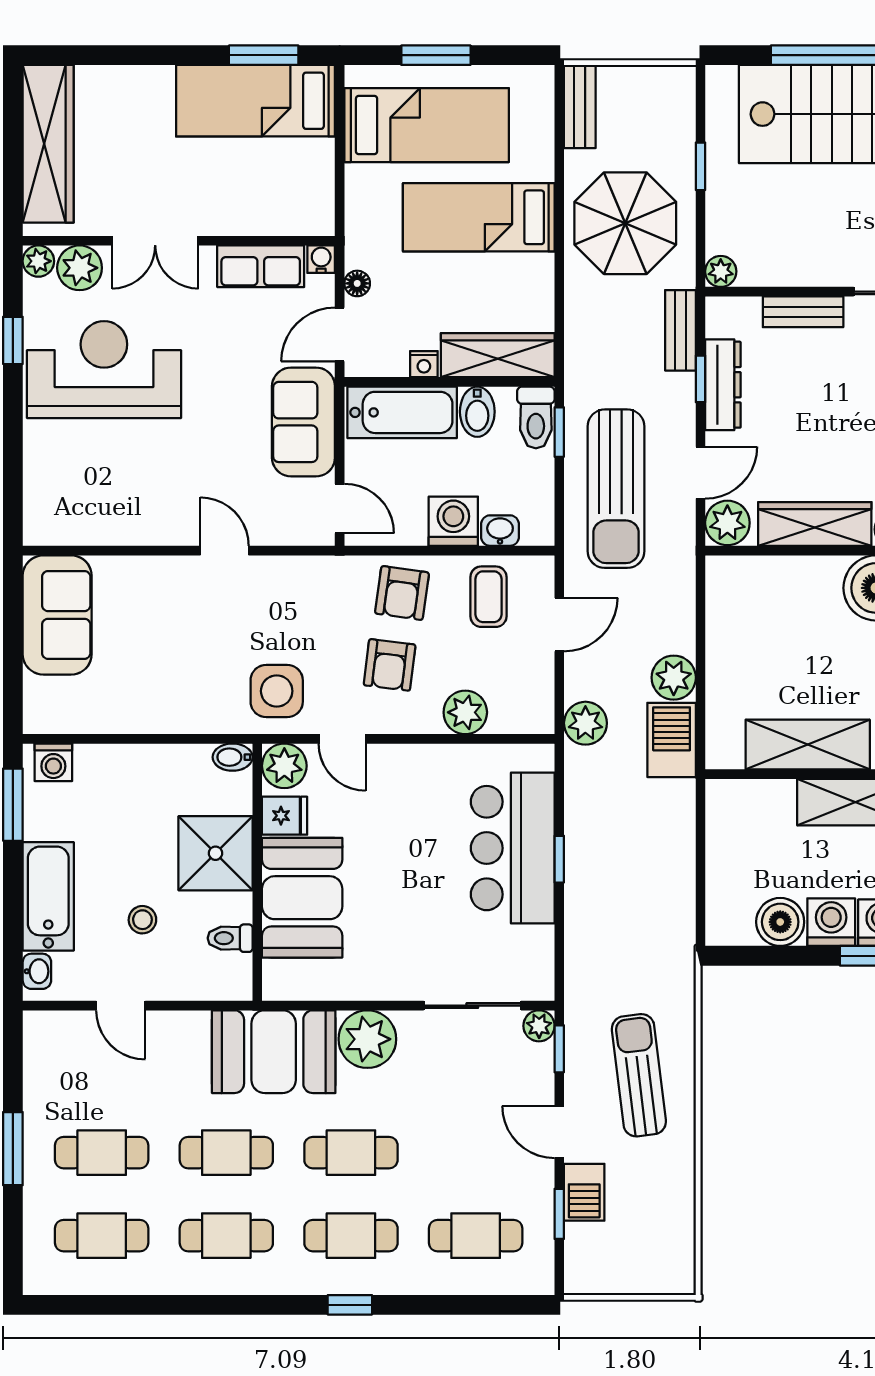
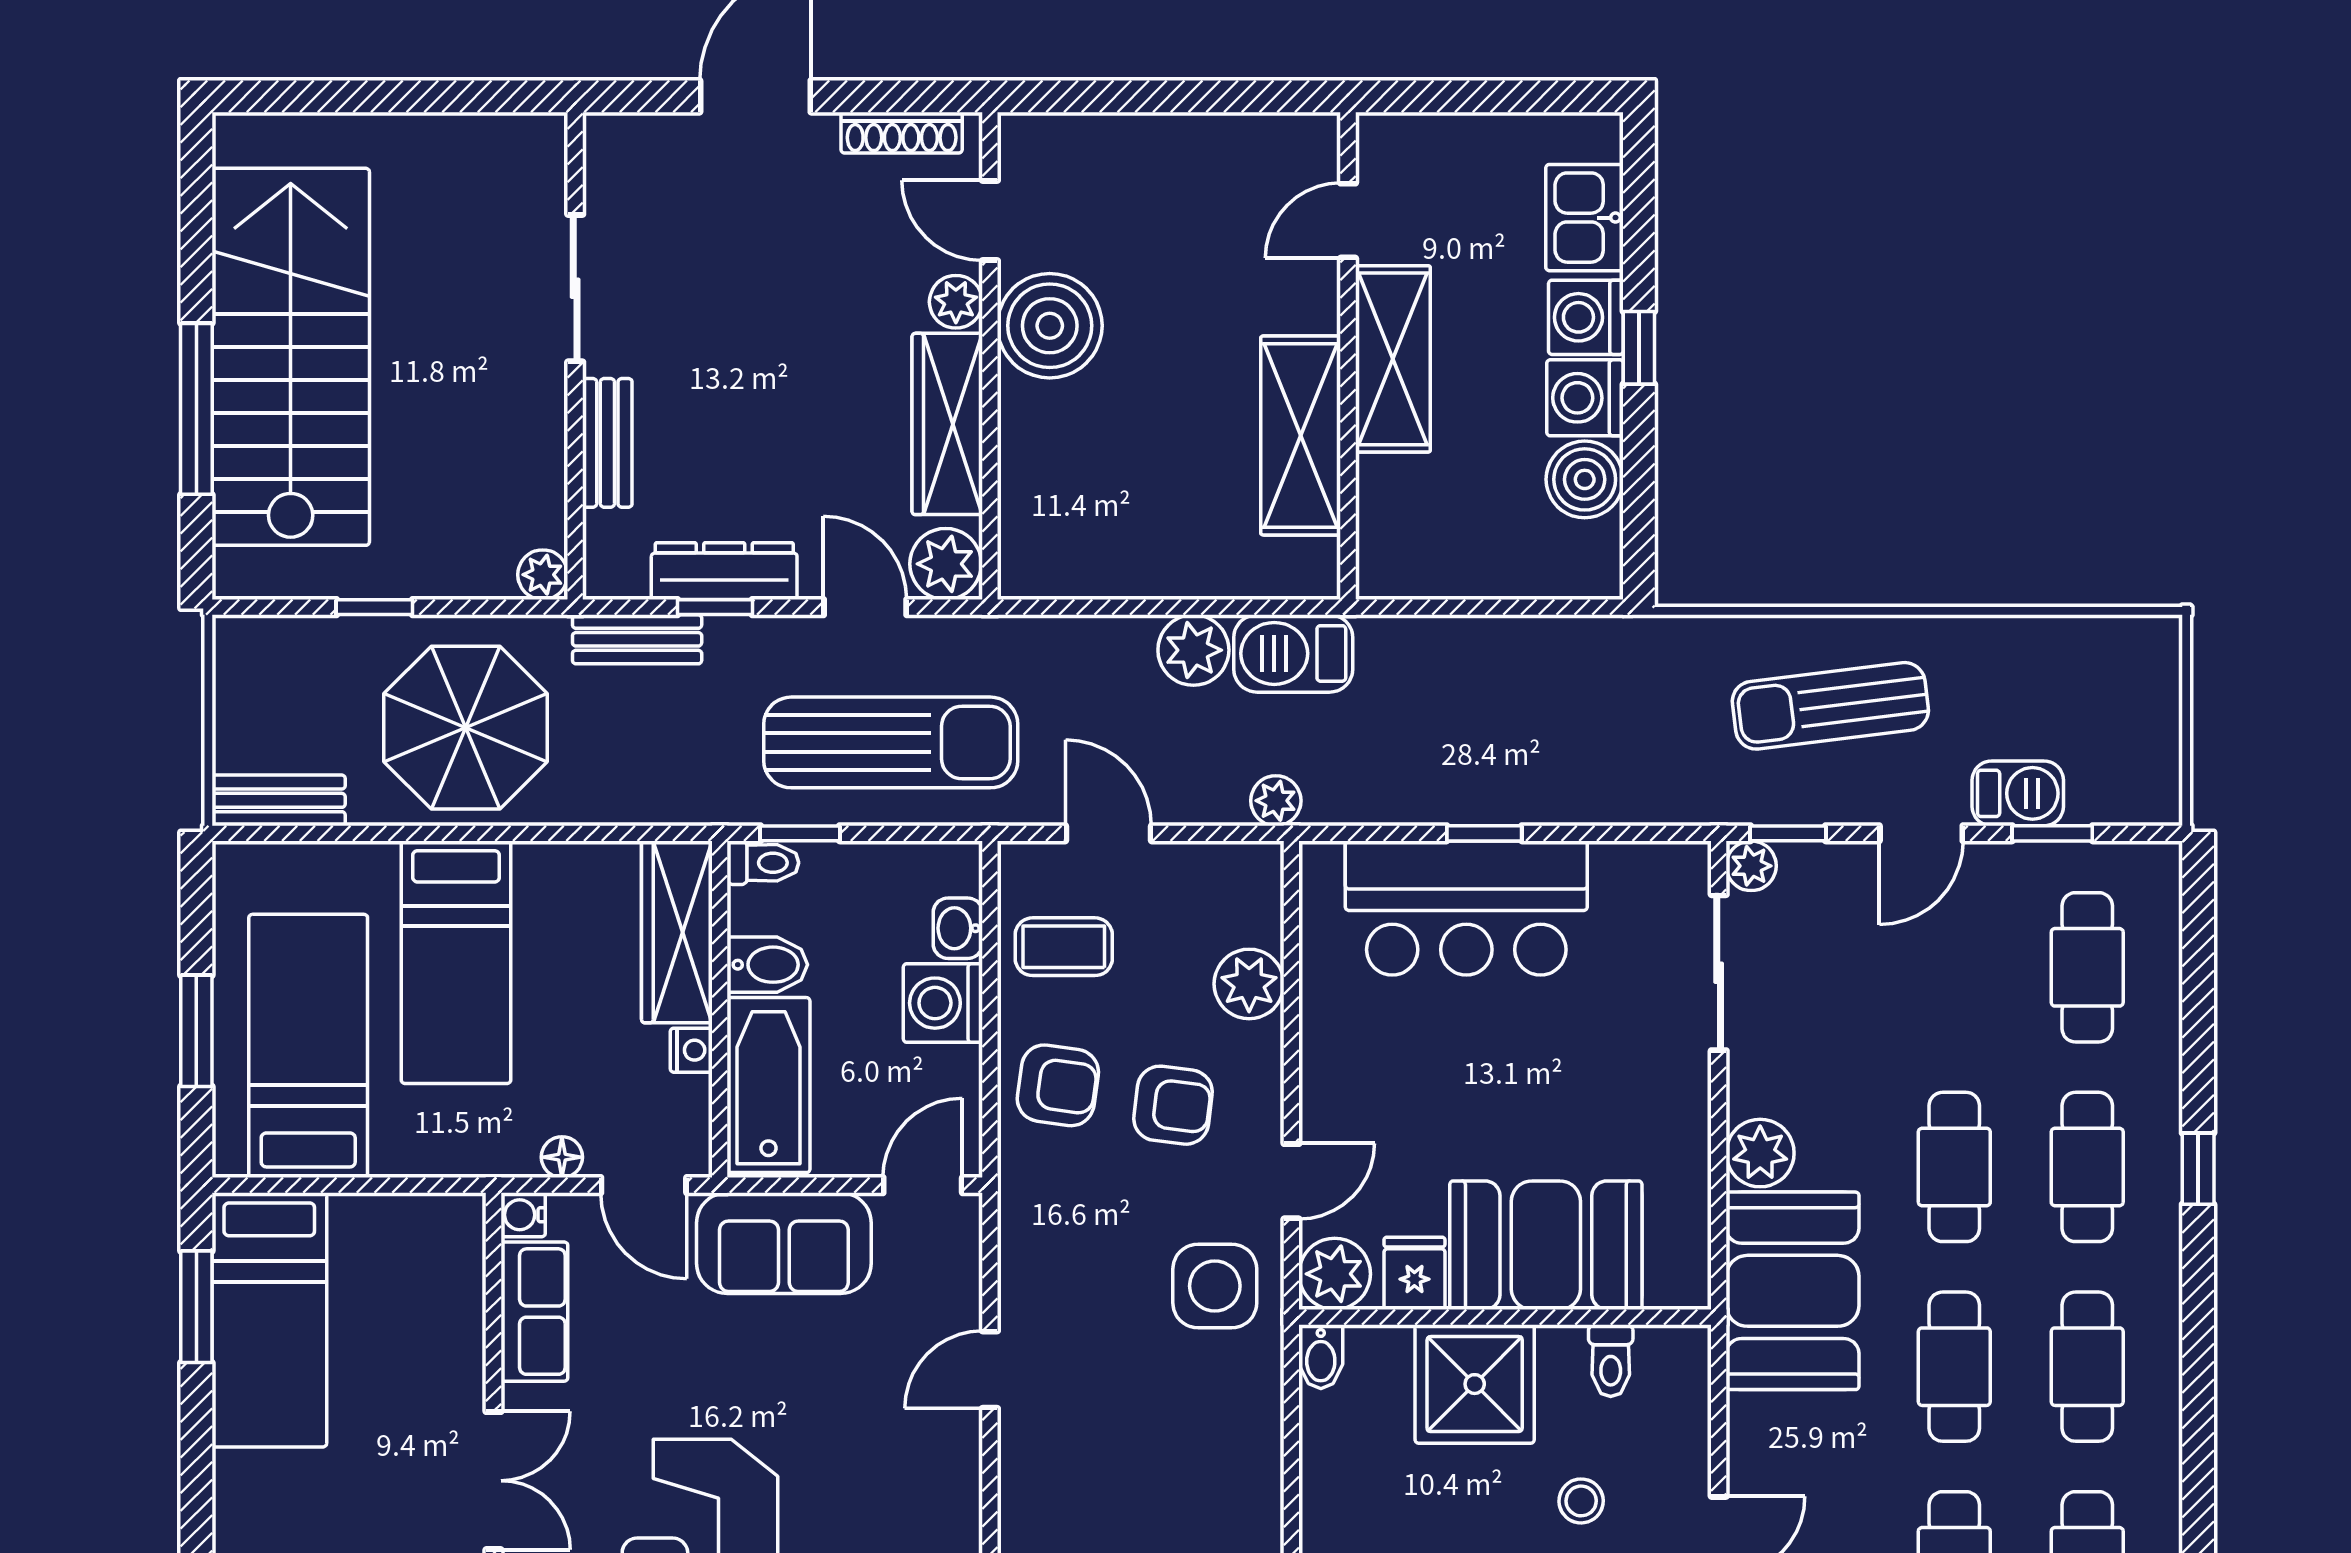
toilet: (536, 417) -> (763, 863), width x0.73, depth x0.72
plant: (585, 723) -> (1276, 801), width x0.73, depth x0.73
plant: (367, 1039) -> (1760, 1153), width x0.73, depth x0.73

